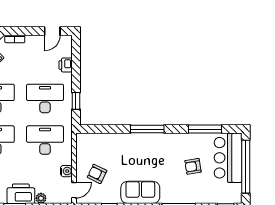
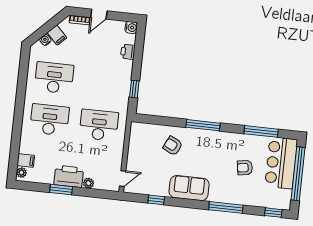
door: (52, 31) -> (99, 14), moved
desk: (45, 98) -> (103, 83), removed
water cooler: (66, 171) -> (131, 27), moved
armchair: (97, 174) -> (173, 146), moved

